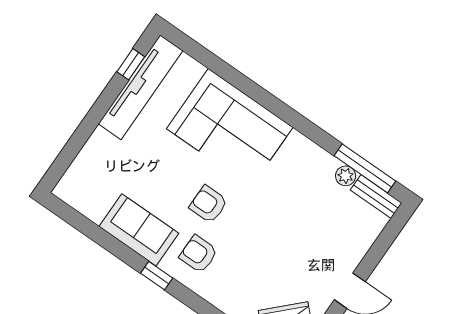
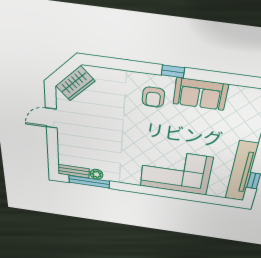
armchair: (208, 204) -> (164, 128), removed
armchair: (198, 254) -> (153, 97), turned 90

